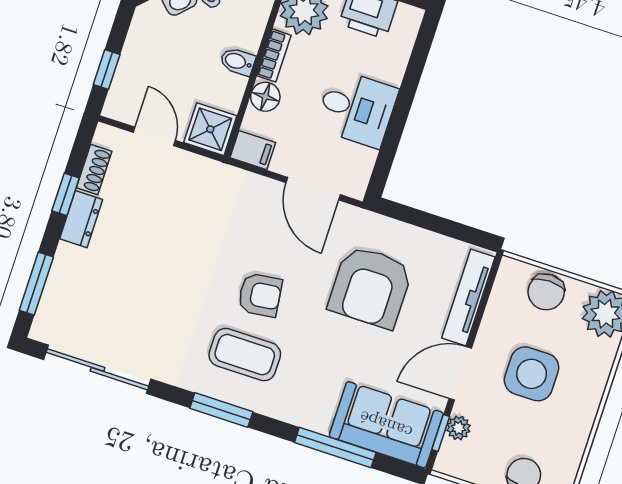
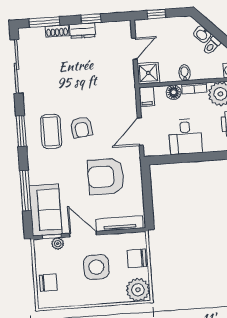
shoe rack: (94, 170) -> (57, 31), moved

